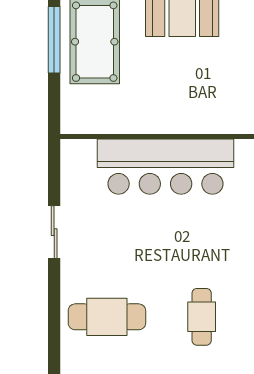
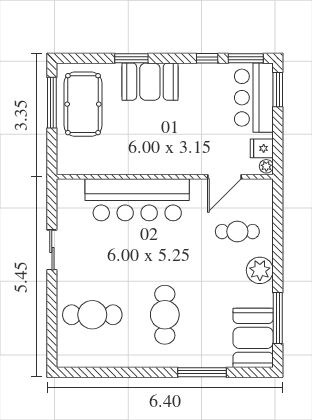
cafe table: (202, 317) -> (165, 315), width x1.37, depth x1.35

